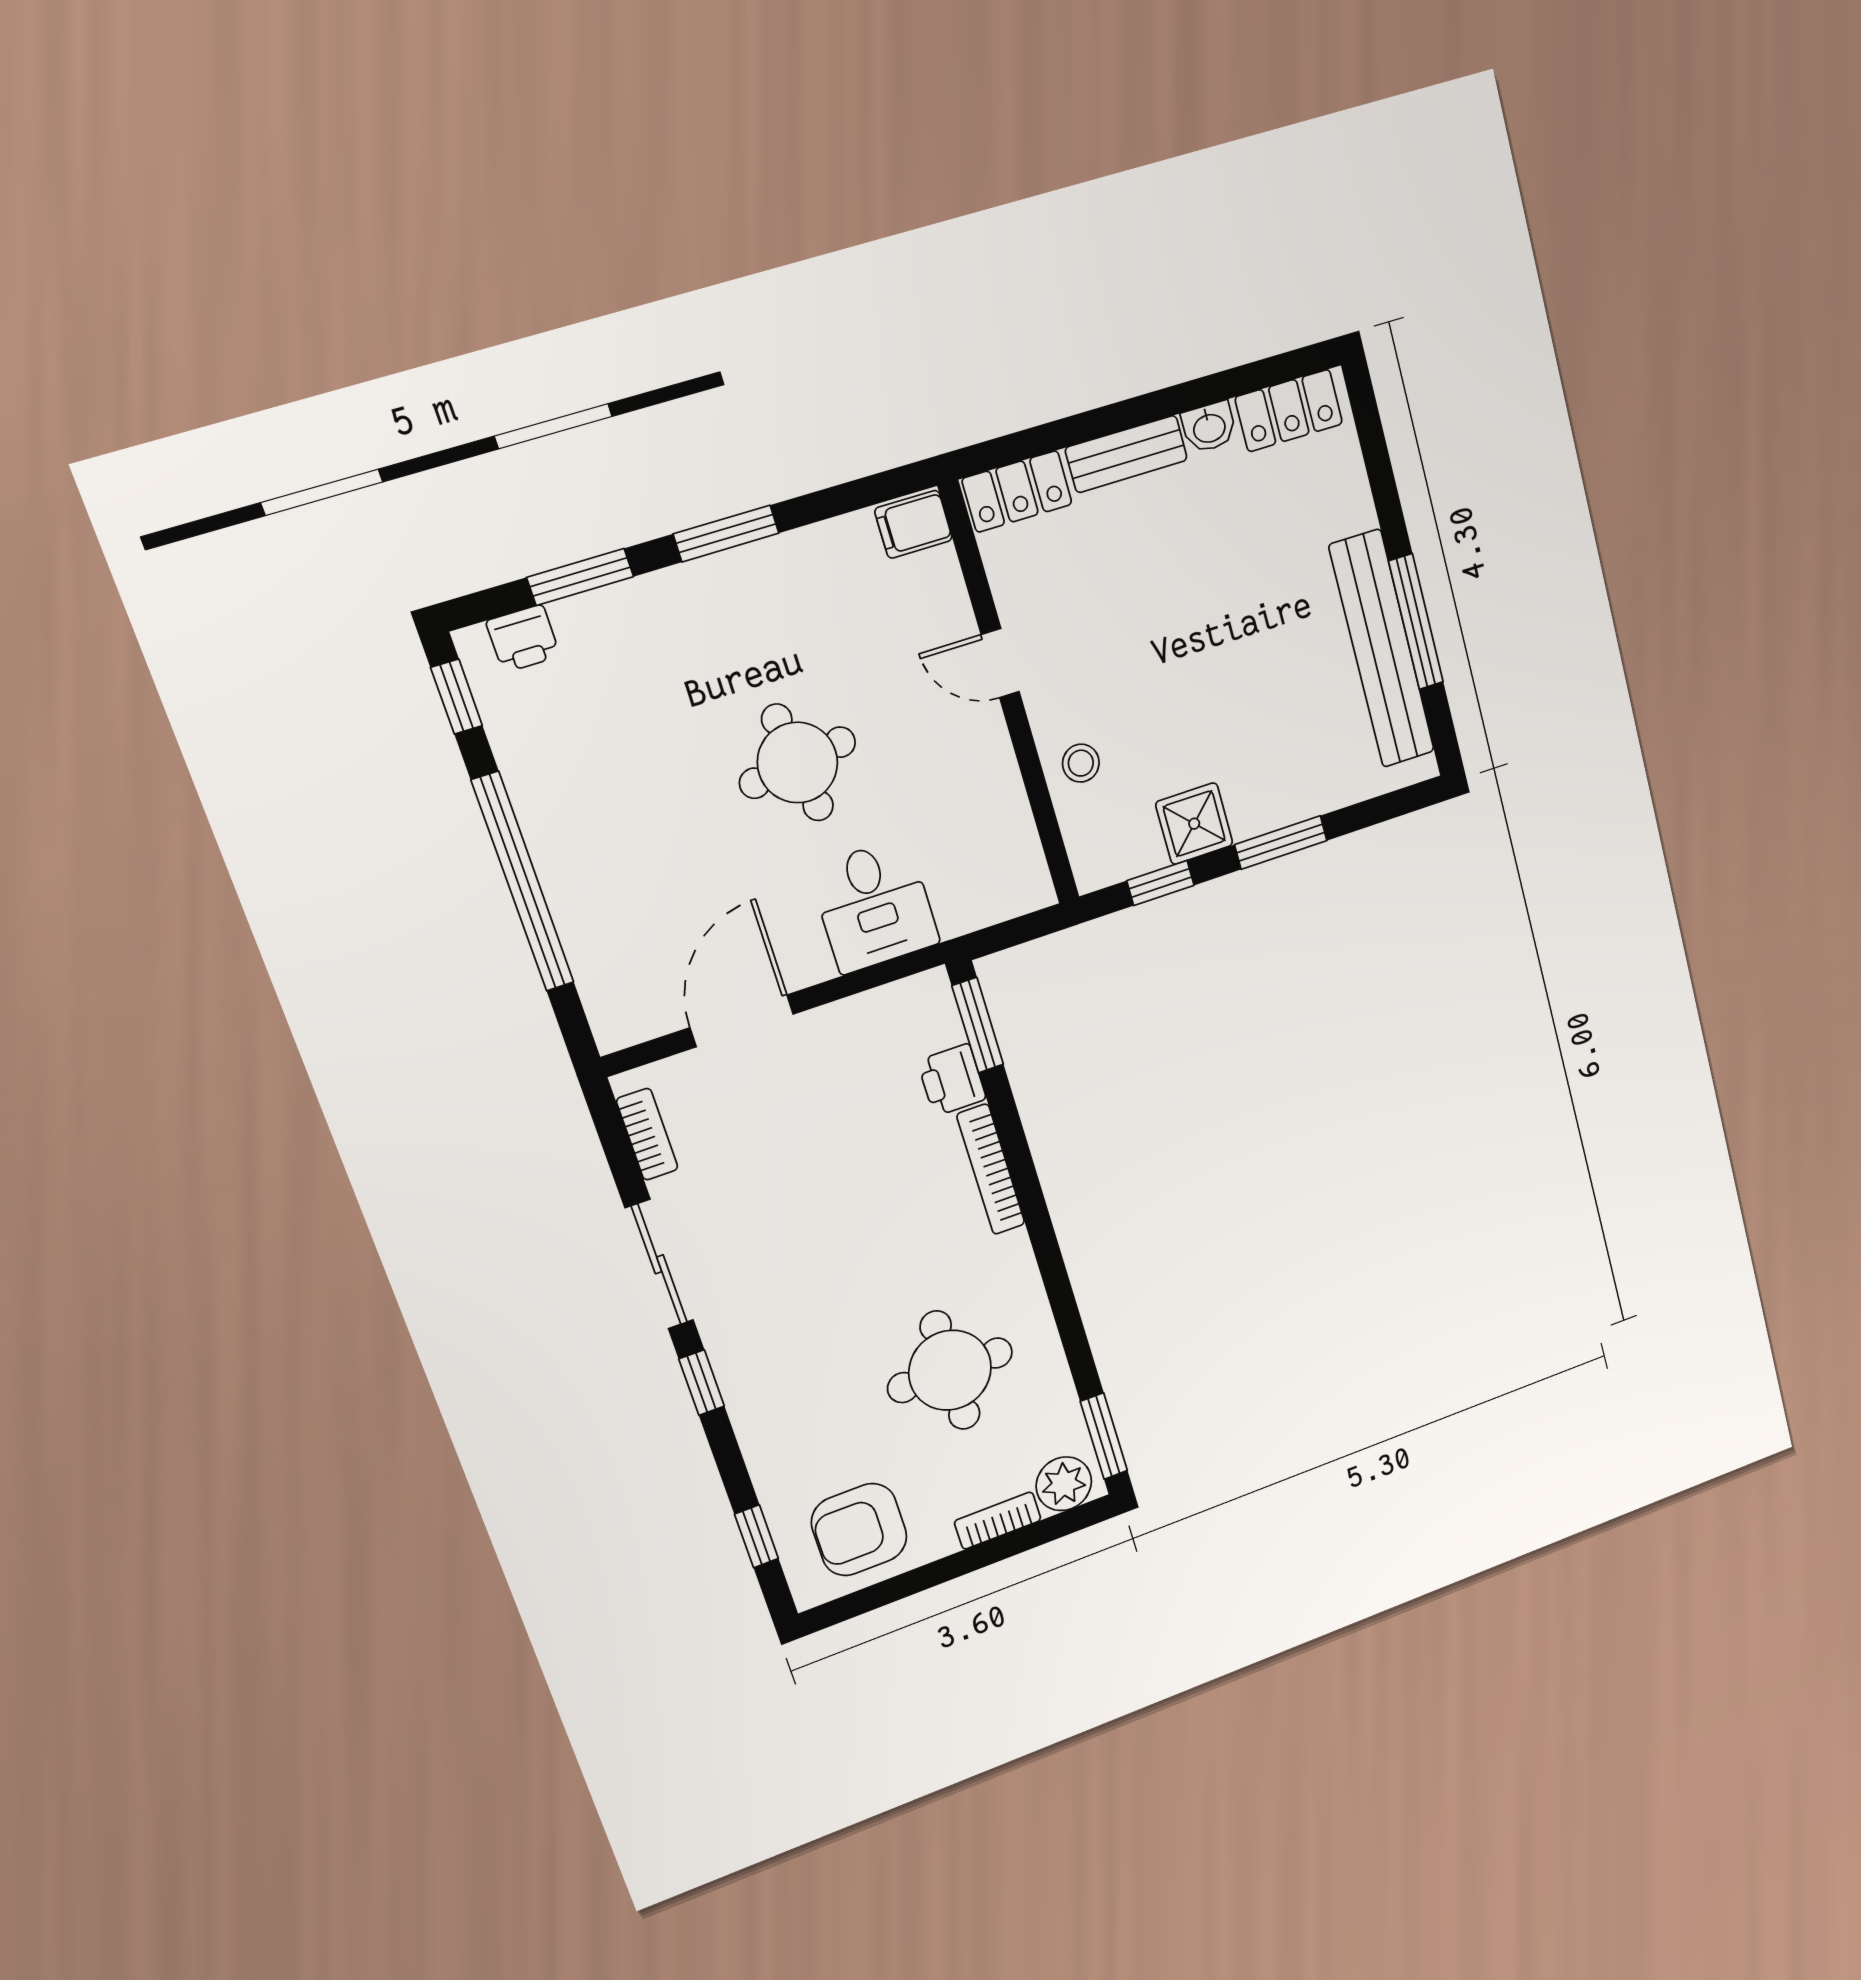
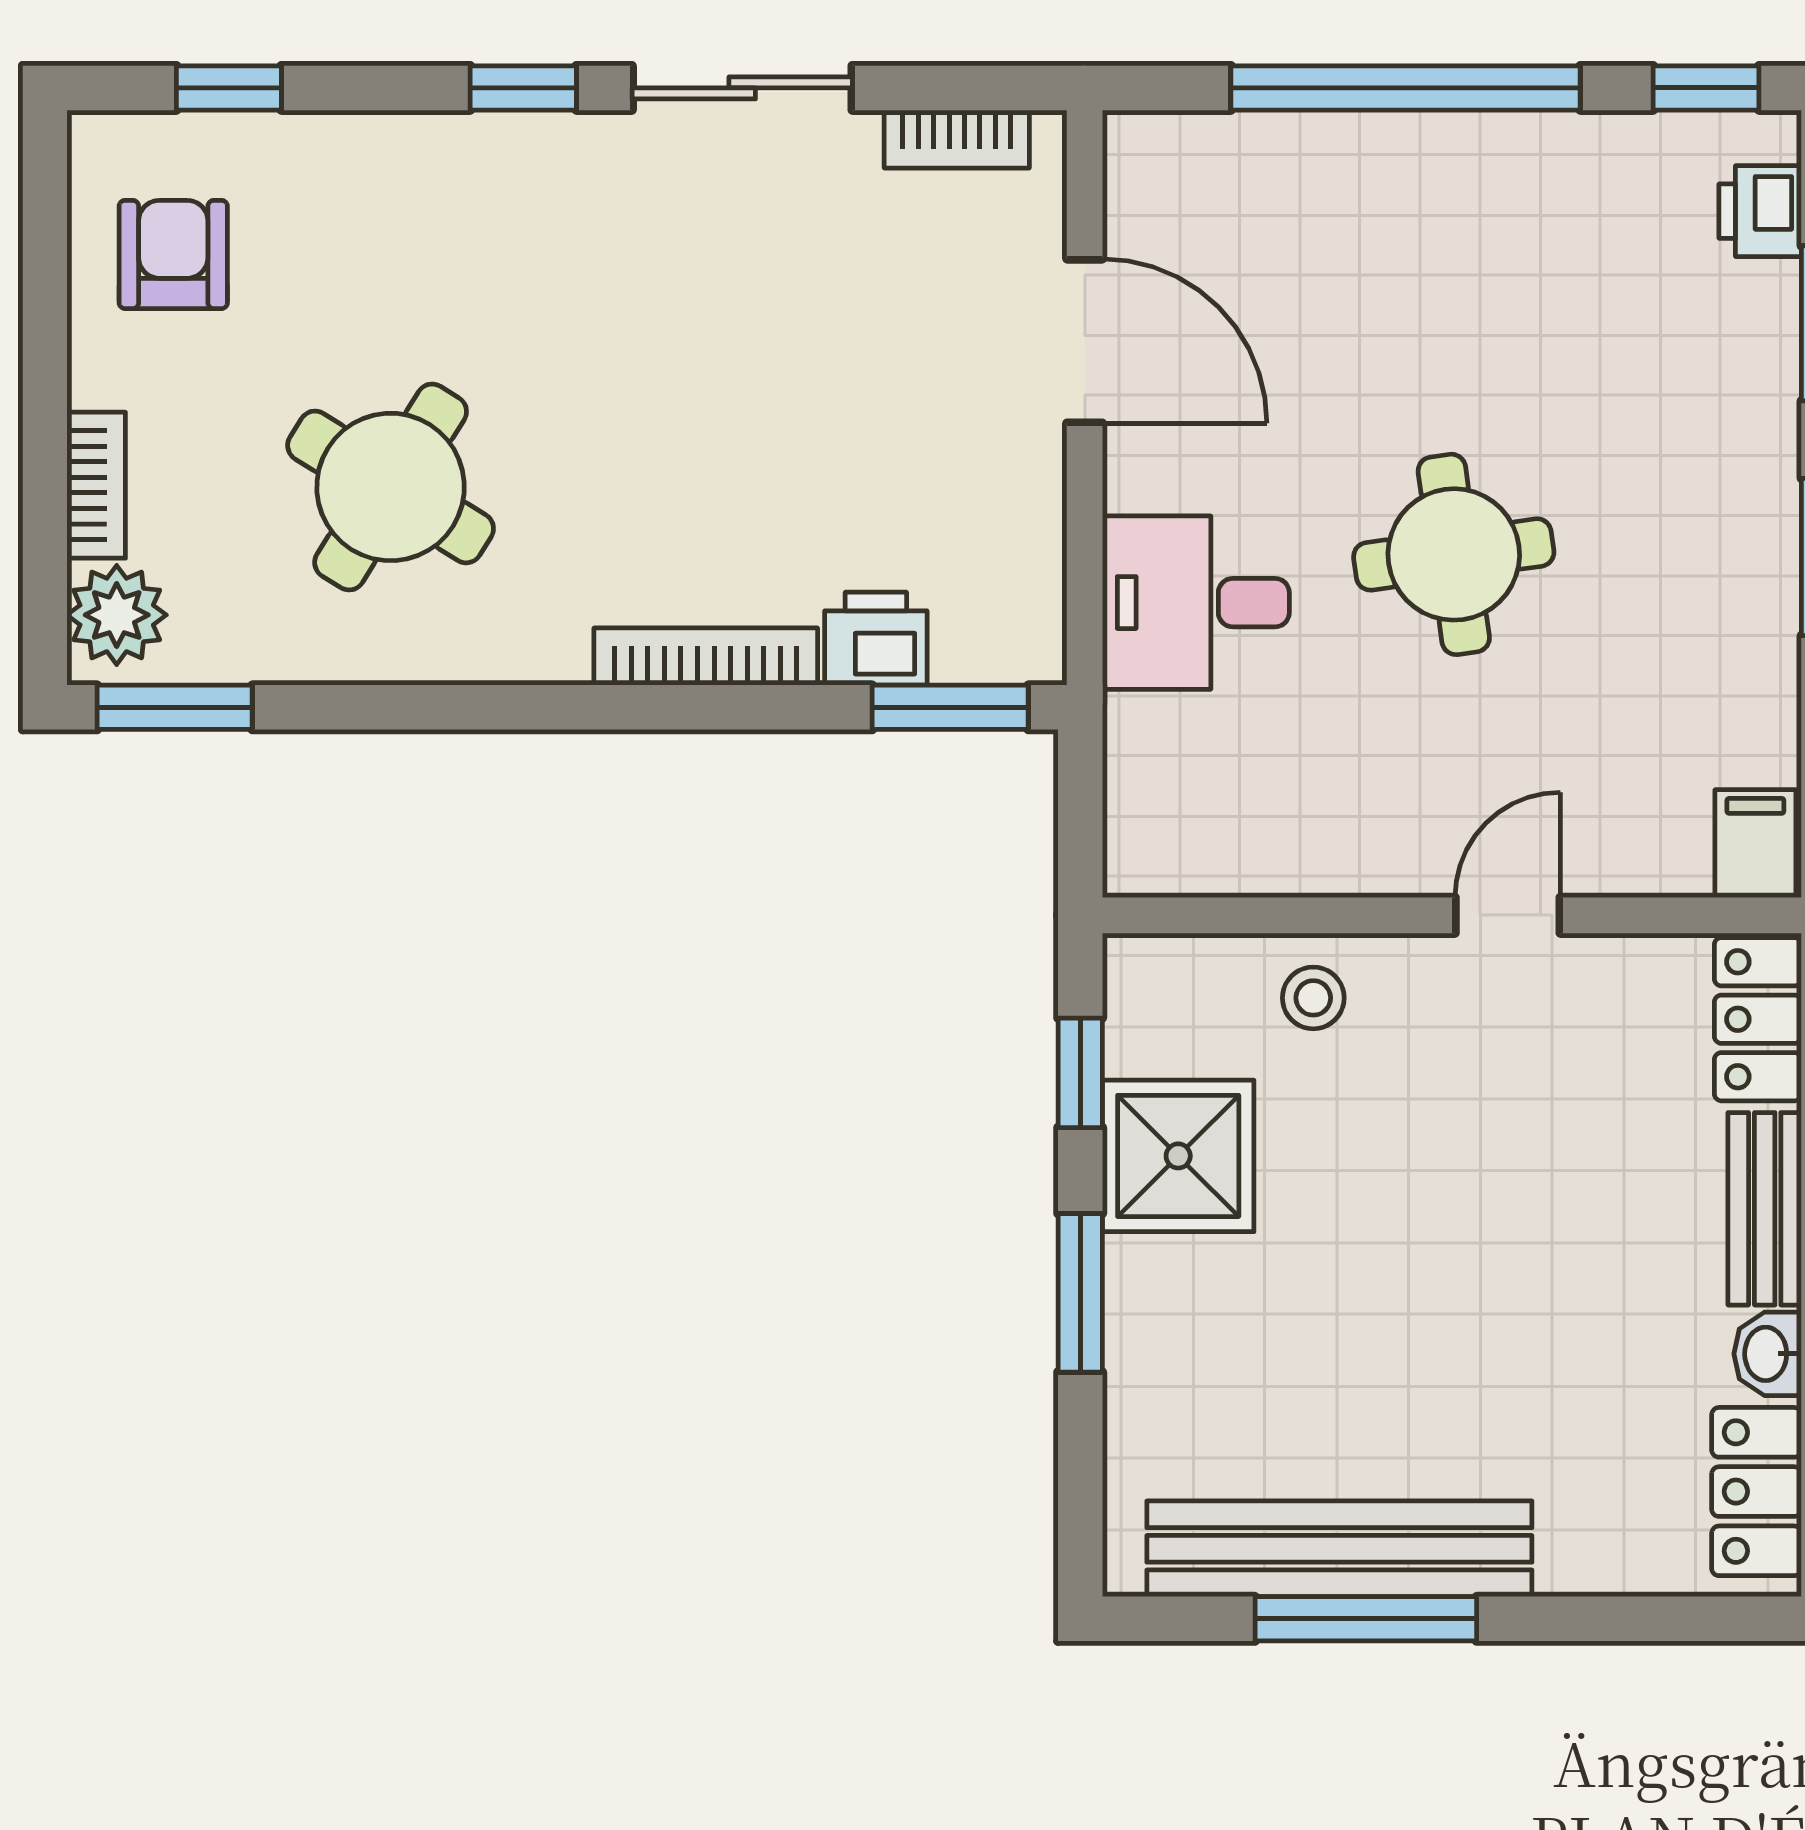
shower: (1194, 824) -> (1178, 1156), width x1.36, depth x1.36
round table: (950, 1370) -> (391, 487), turned 32
armchair: (859, 1530) -> (173, 254), width x0.72, depth x0.72

